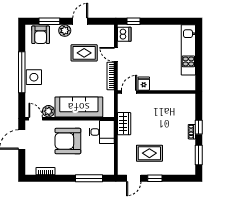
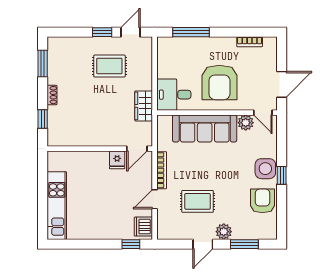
armchair: (41, 35) -> (262, 201), moved
door: (116, 55) -> (155, 199), swing flipped
window: (22, 72) -> (282, 175), width x0.32
window: (199, 127) -> (43, 119), moved
armchair: (68, 141) -> (219, 82), turned 90

